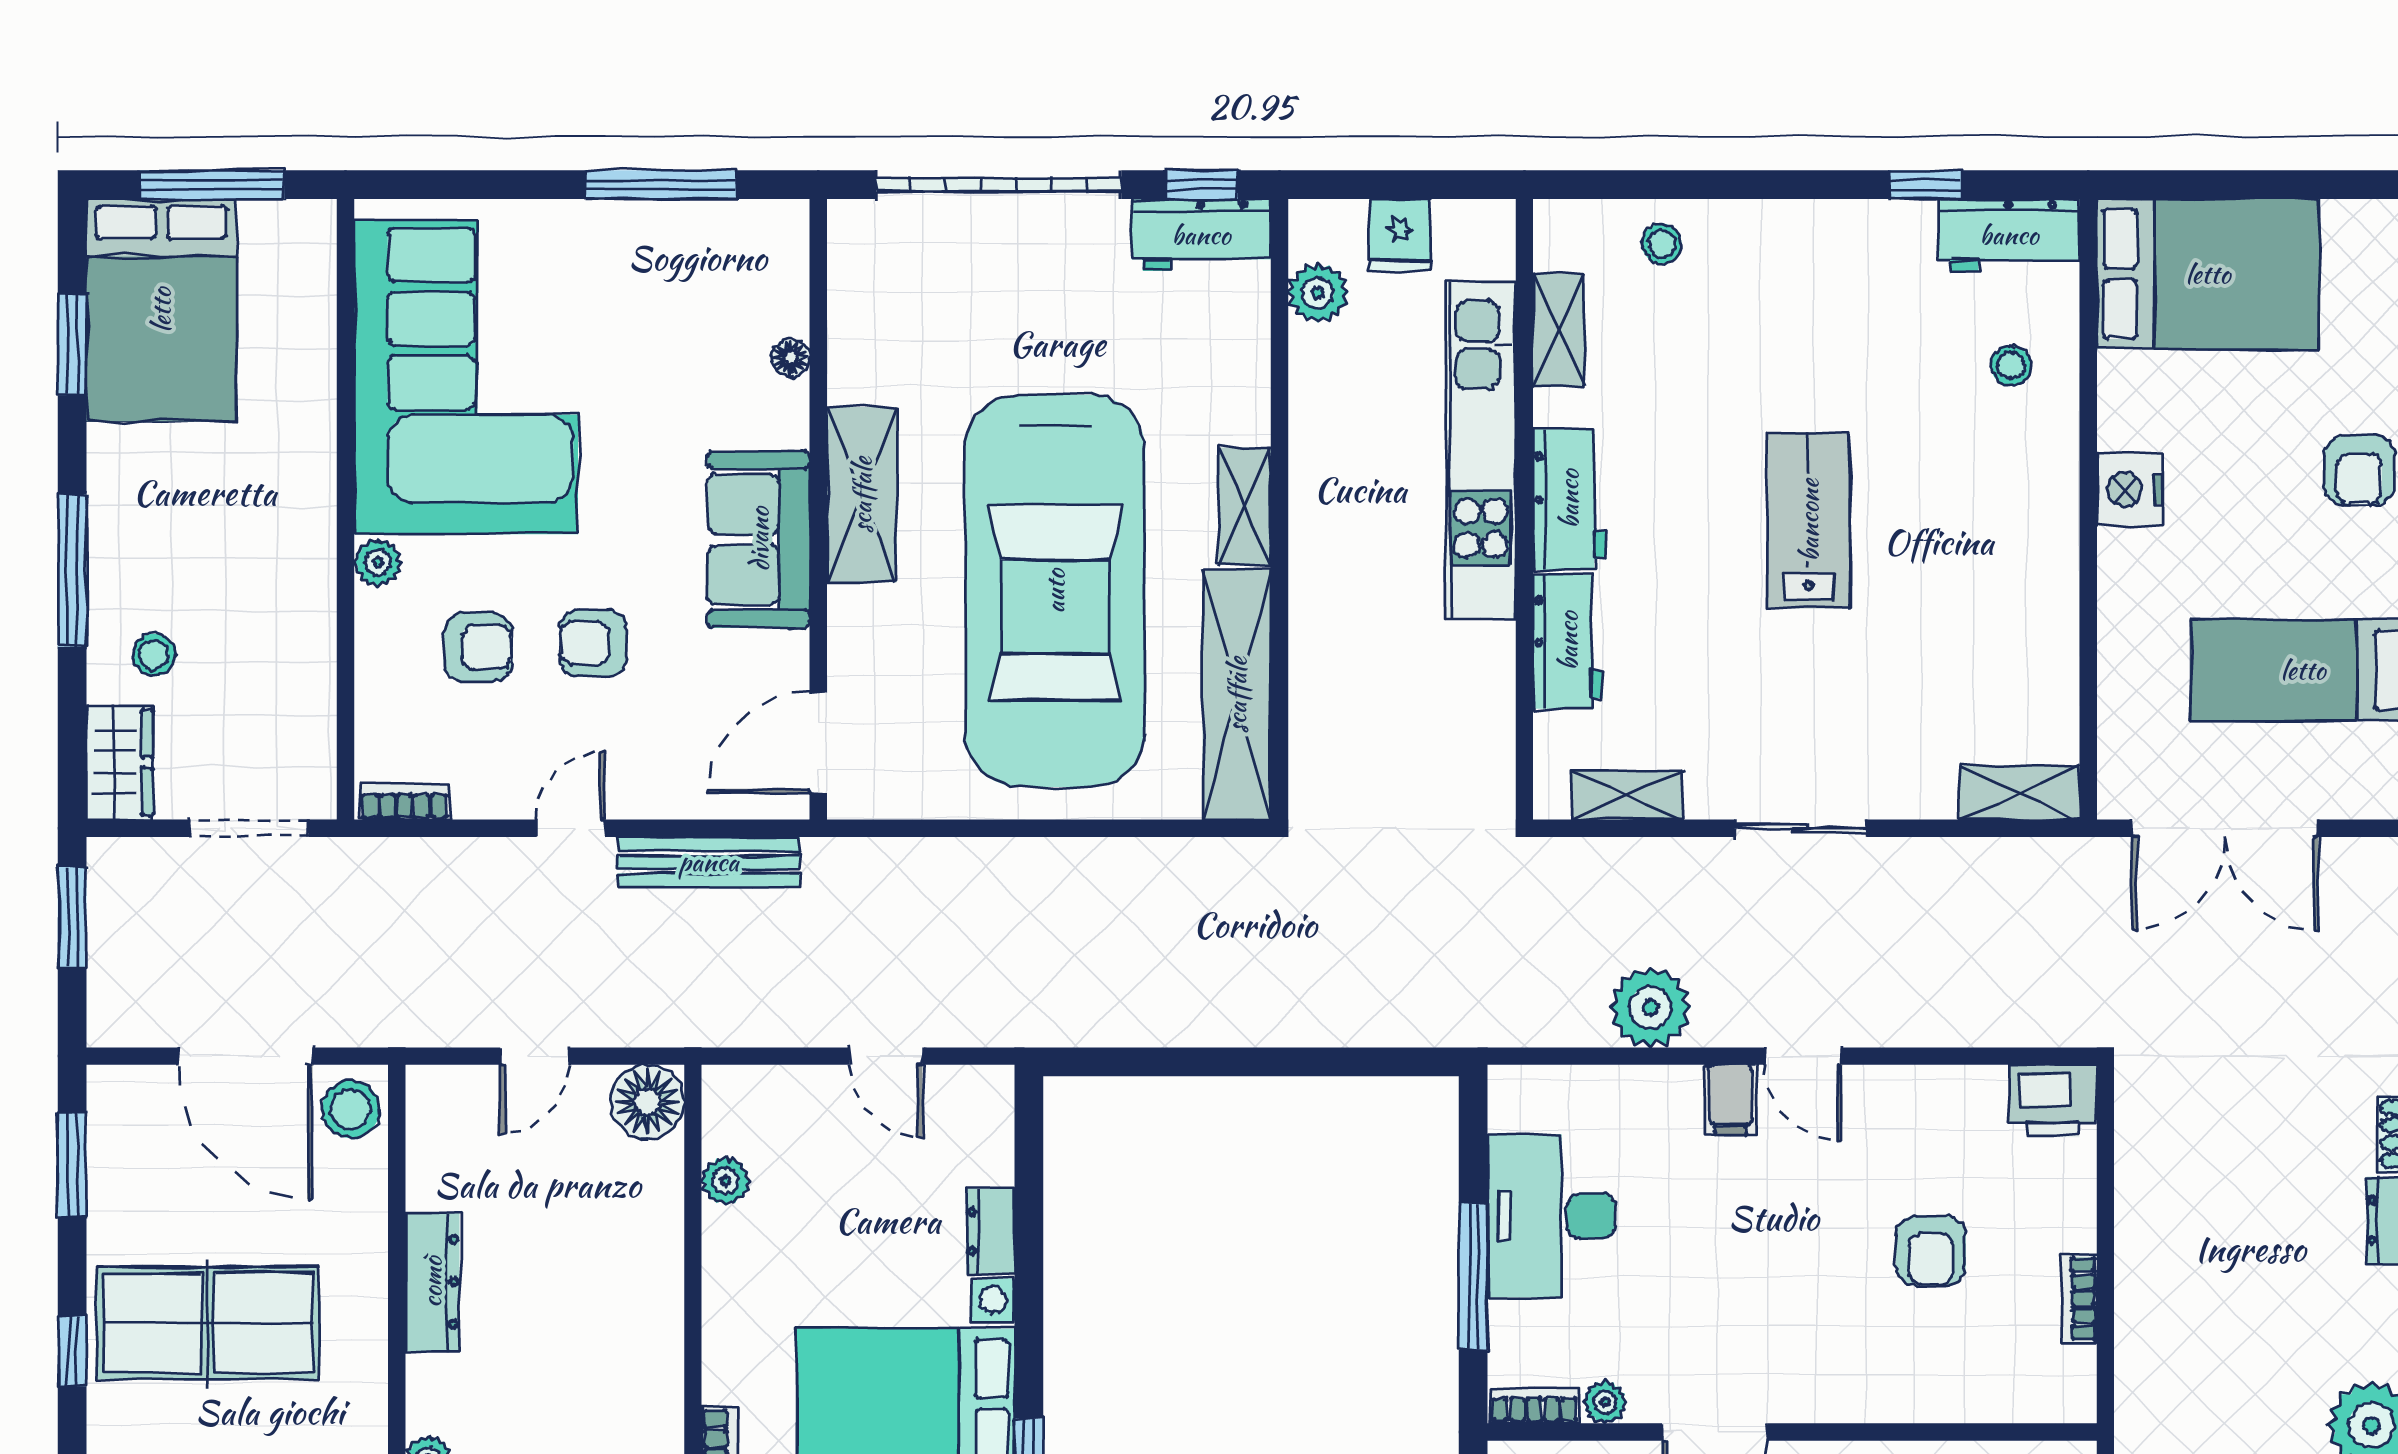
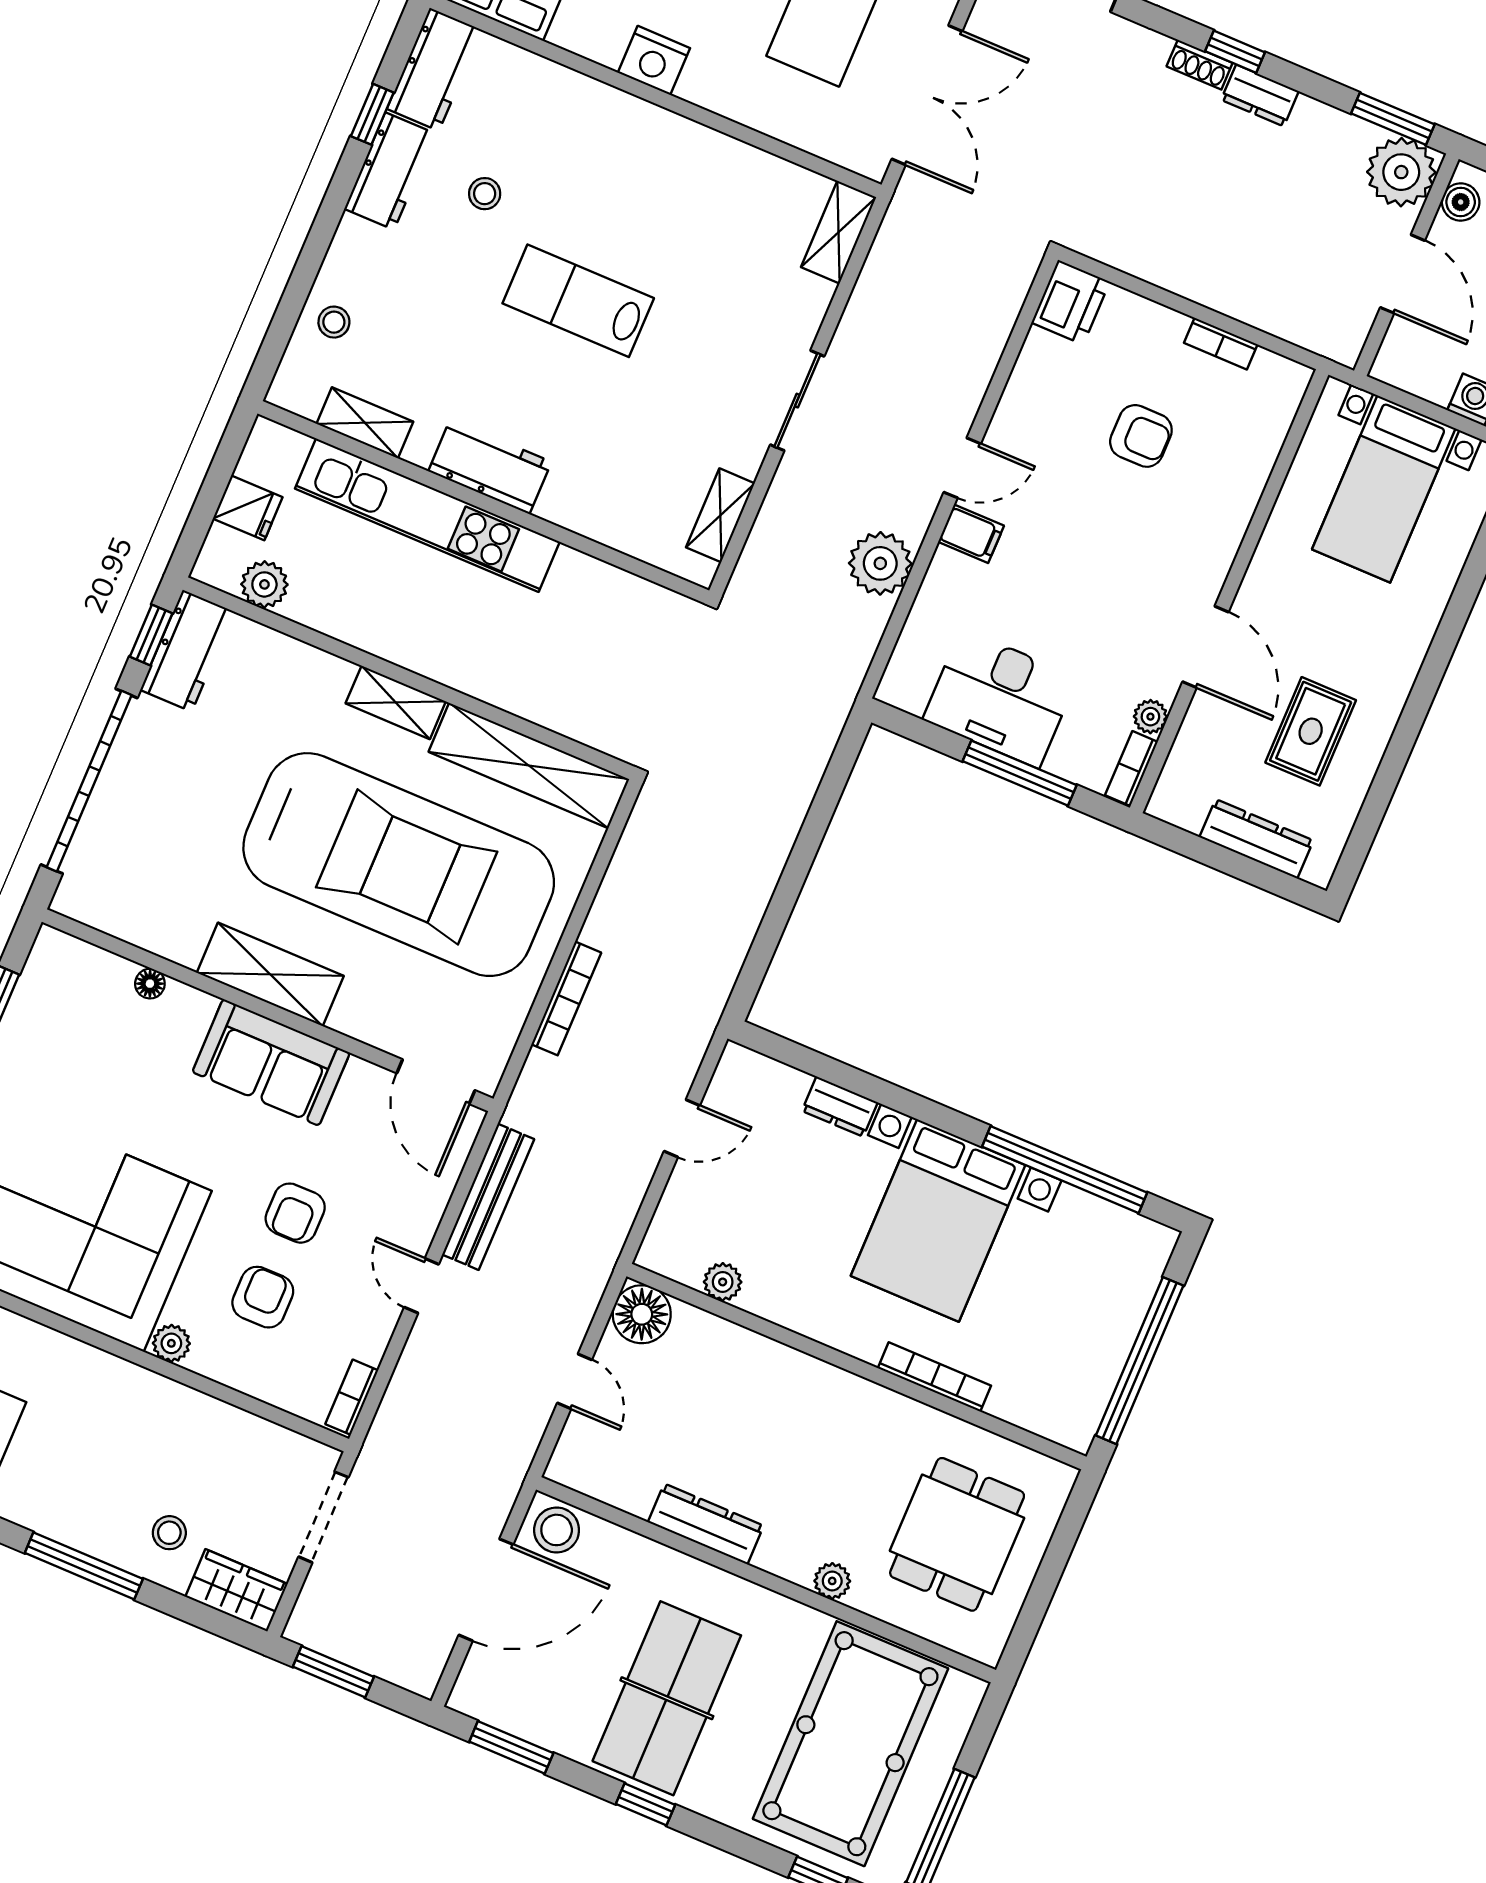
stool: (2011, 366) -> (485, 194), moved
workbench: (1568, 641) -> (390, 171), moved, turned 90
bookcase: (981, 855) -> (566, 998), added

